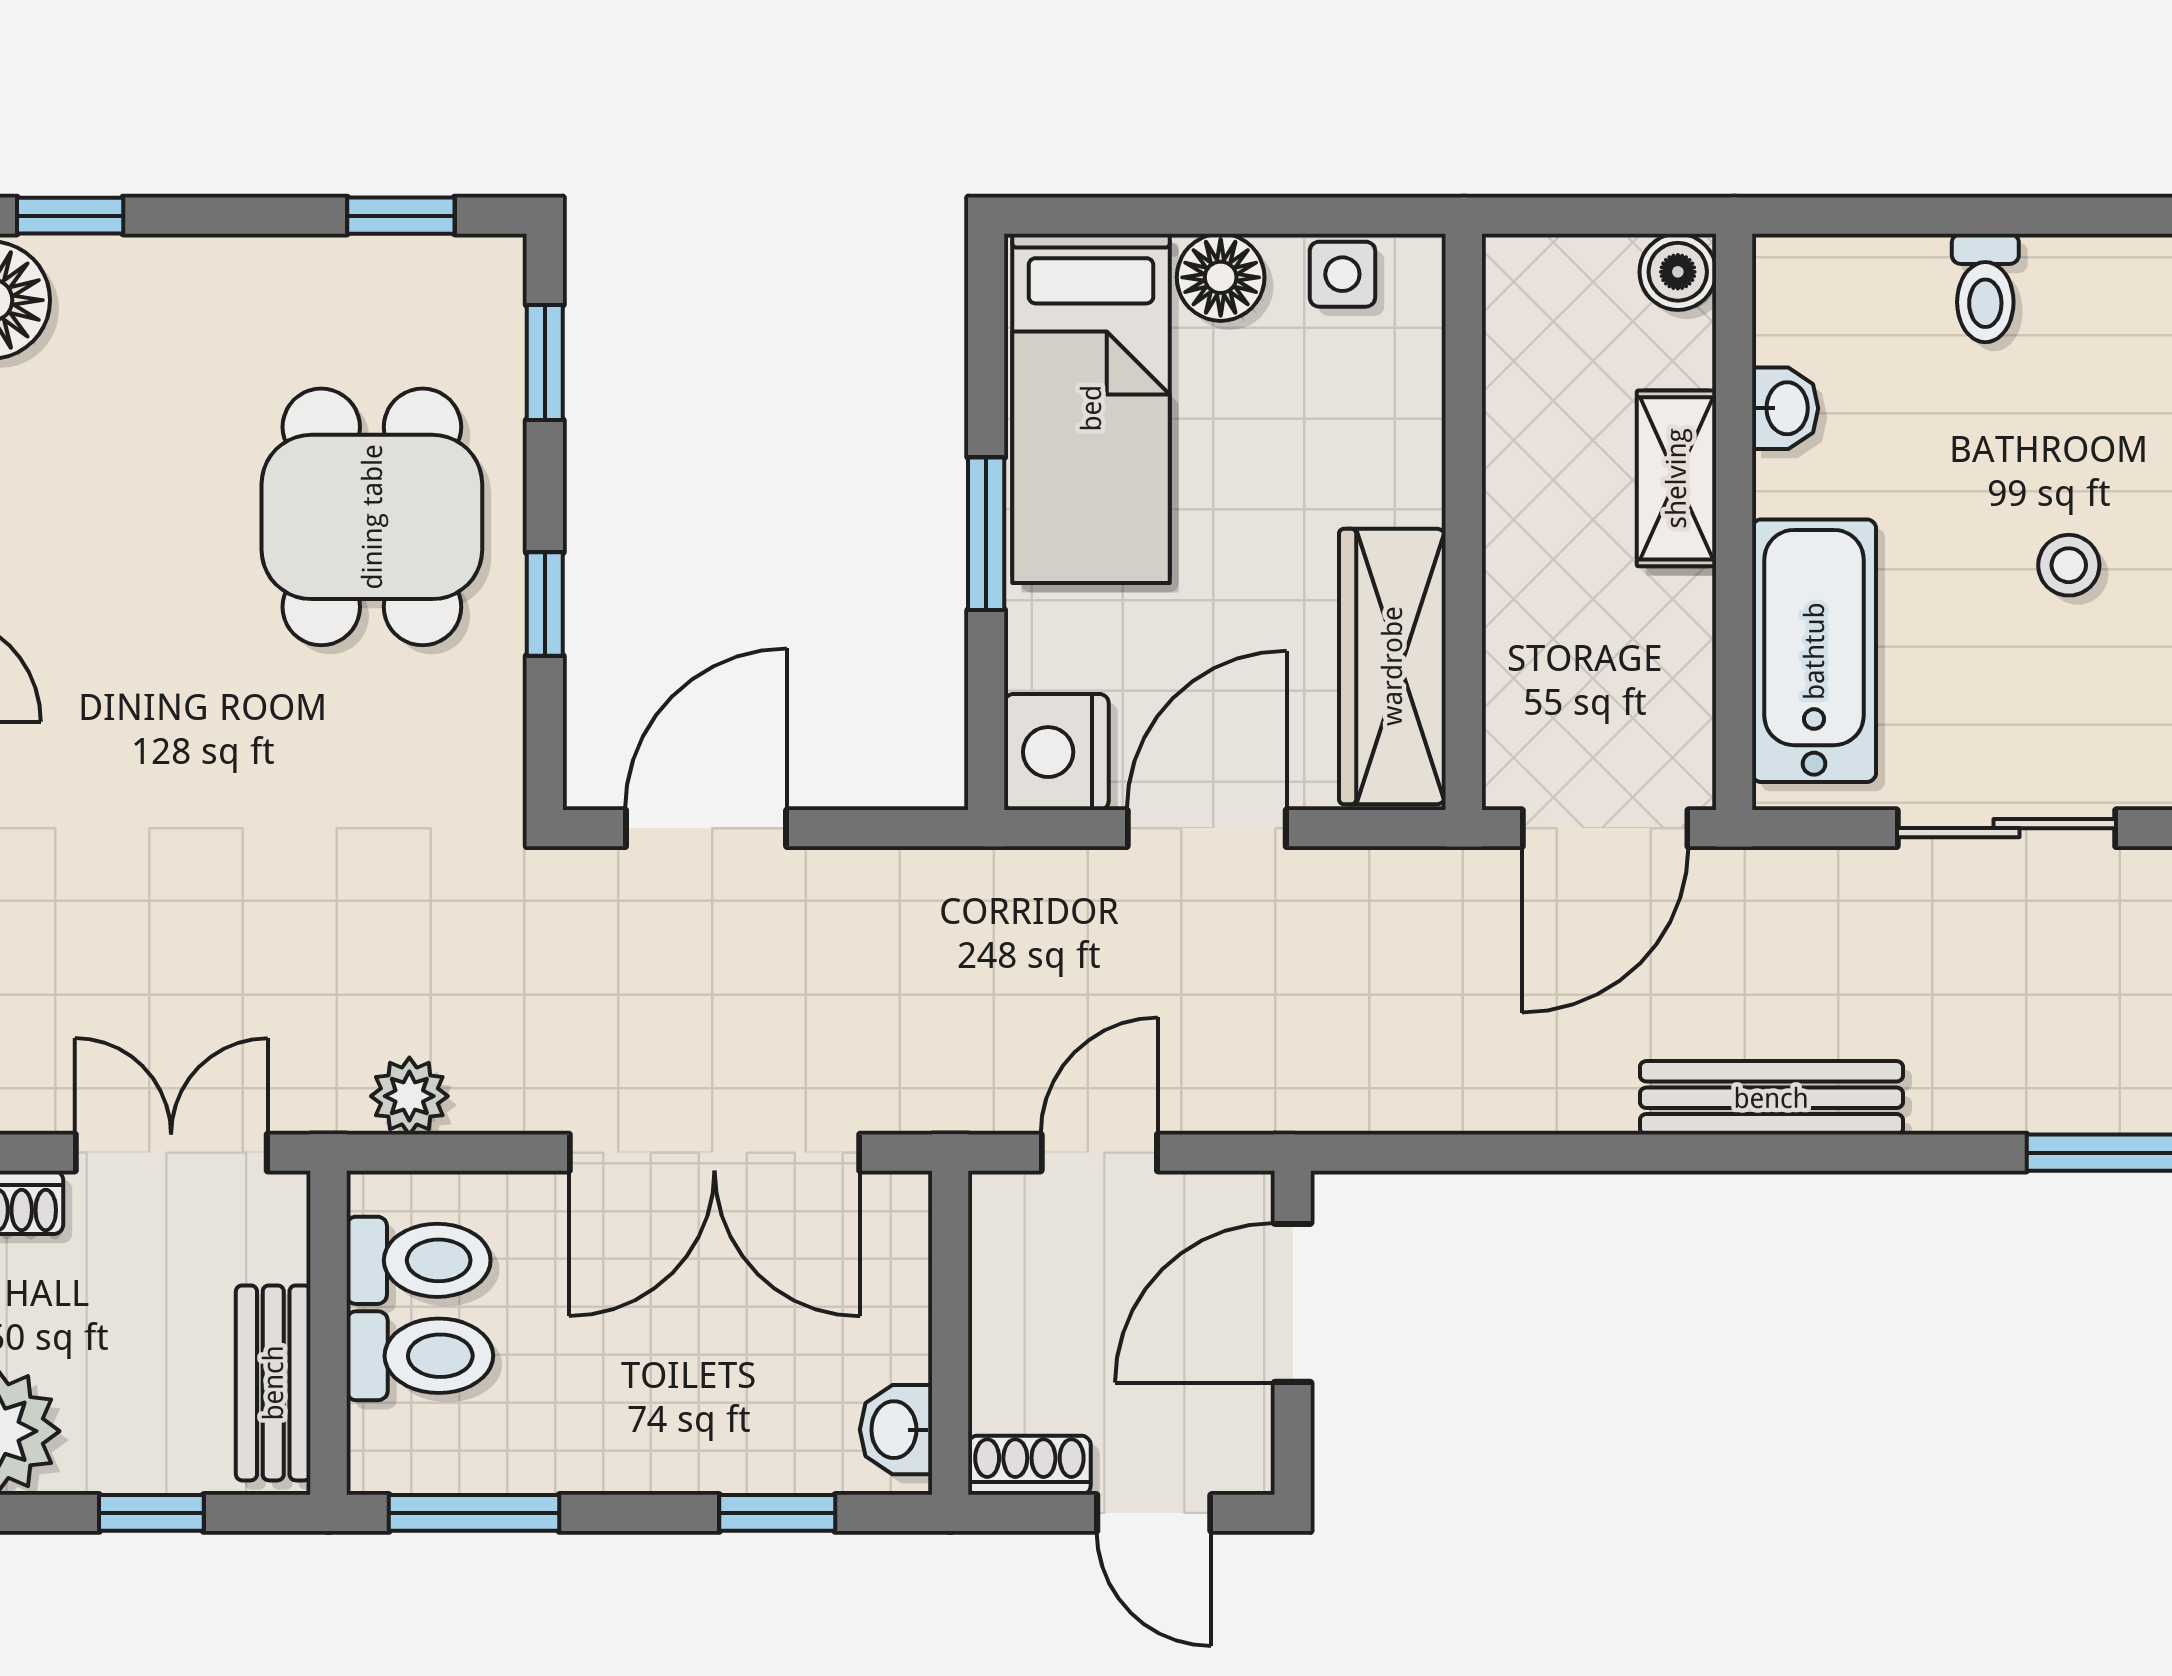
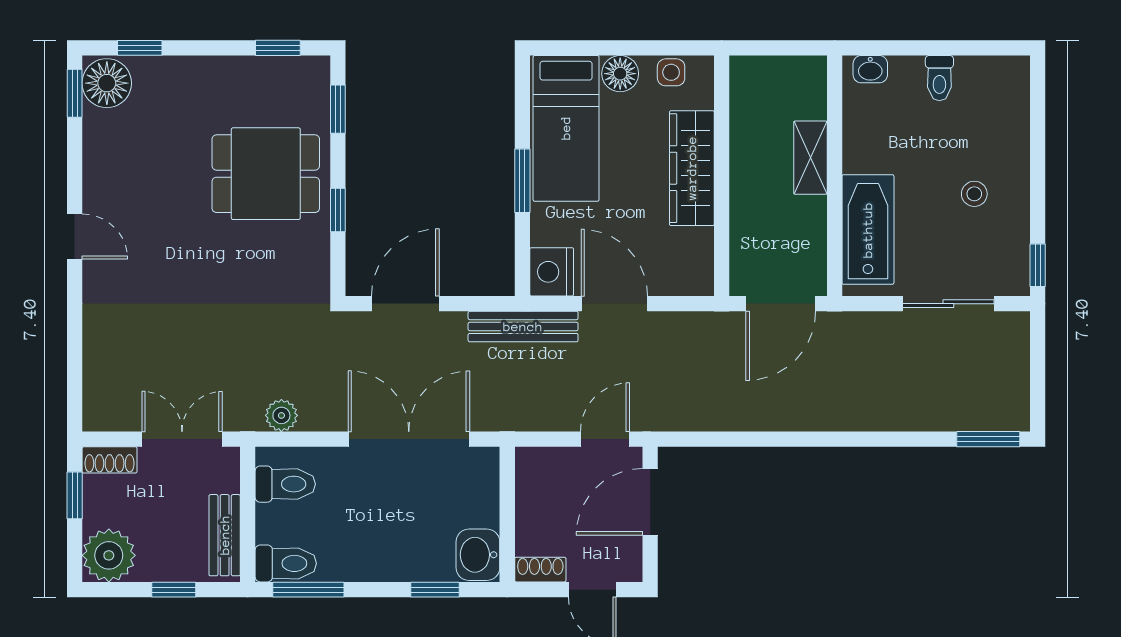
boiler: (1678, 272) -> (811, 71), removed
washbasin: (1785, 408) -> (870, 69), moved, turned 90
dining table: (372, 517) -> (266, 174), turned 90
wardrobe: (1392, 666) -> (692, 168), moved
door: (1207, 828) -> (614, 304), hinge flipped
bench: (1771, 1098) -> (523, 327), moved
double door: (714, 1153) -> (409, 439), swing flipped
door: (1099, 1153) -> (605, 439), moved
toilet: (420, 1356) -> (286, 563), moved
washbasin: (896, 1430) -> (478, 555), width x1.38, depth x1.45

